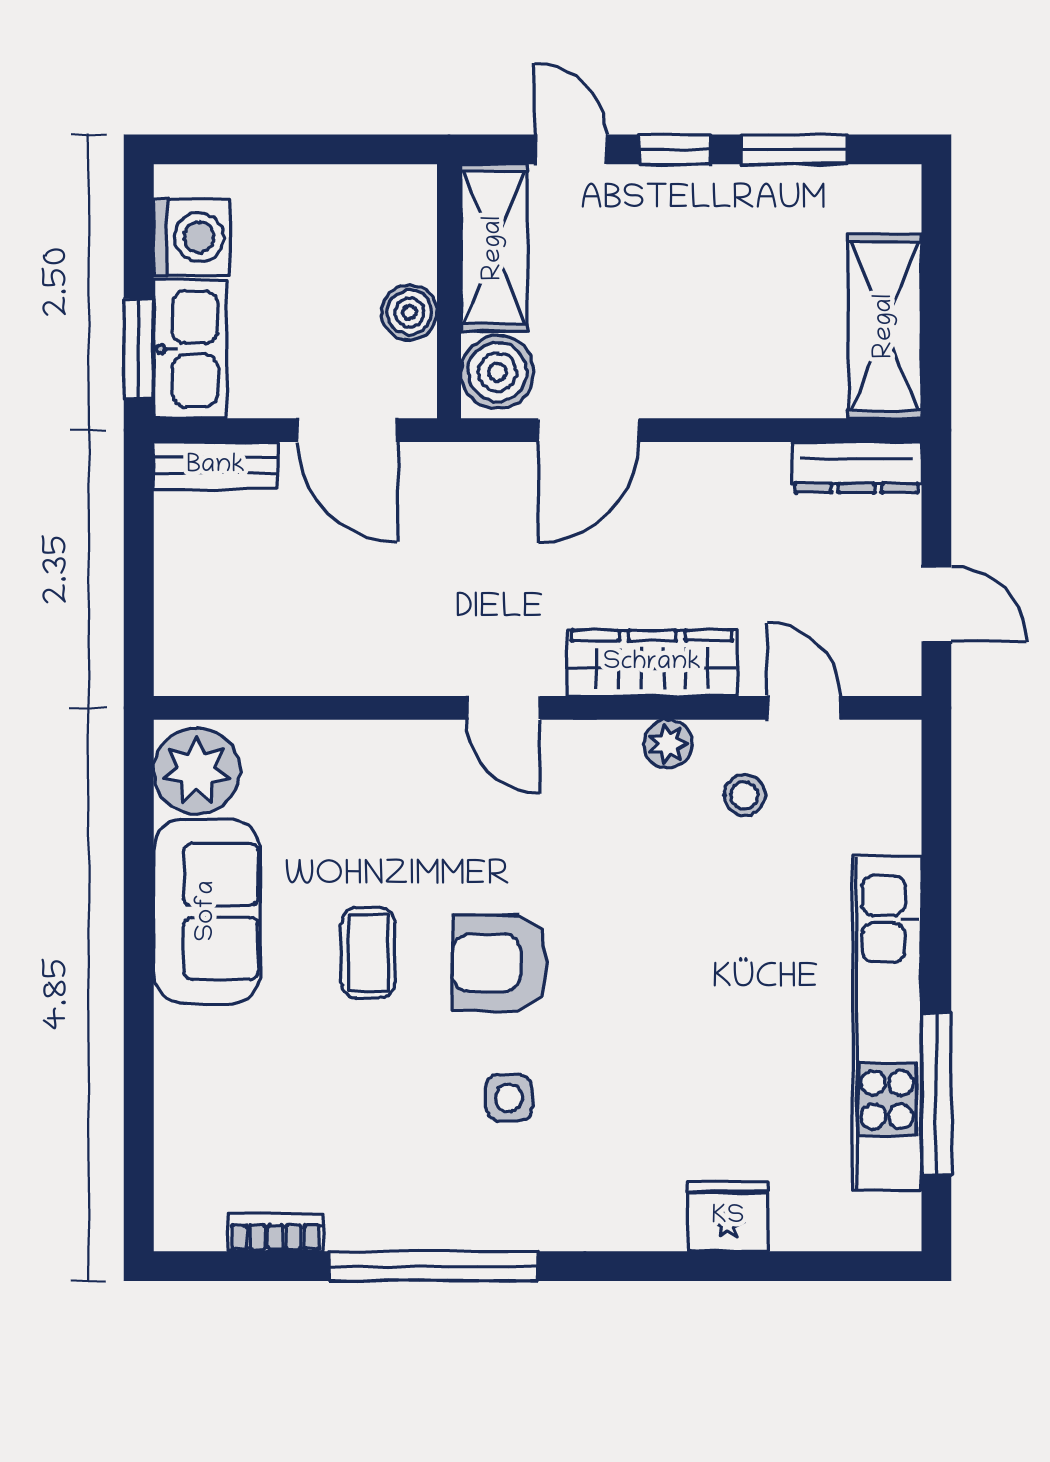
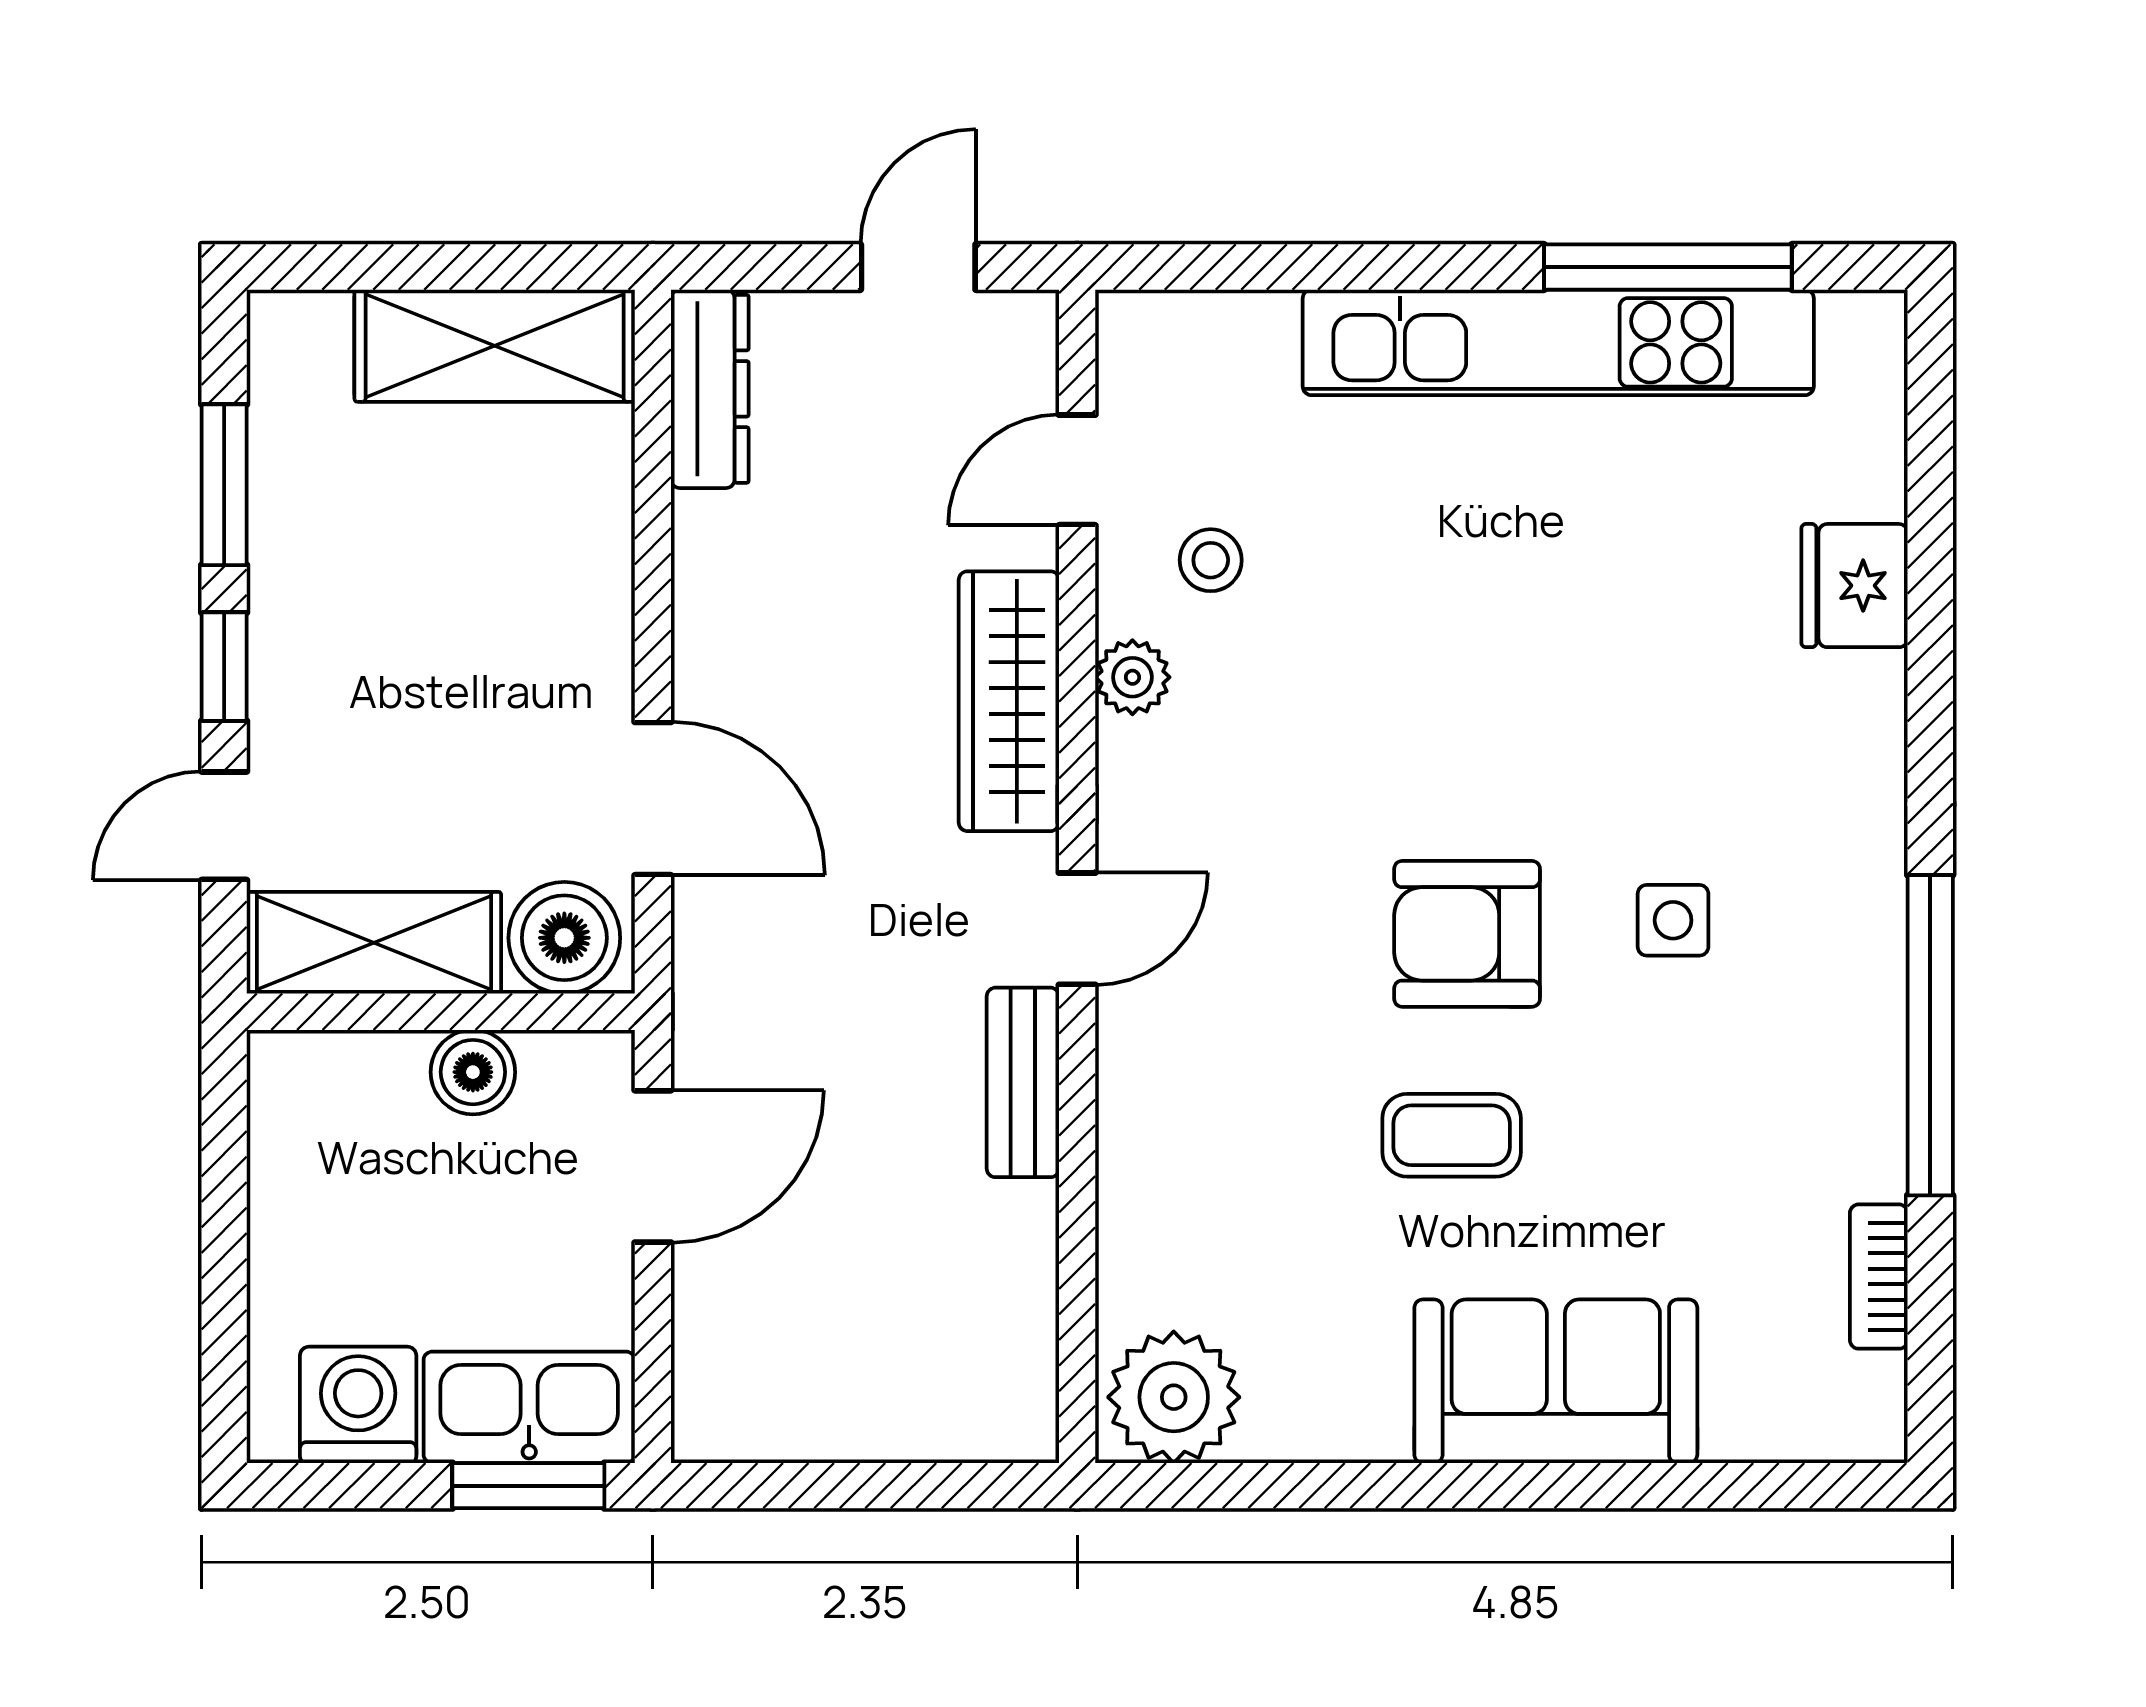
bench: (216, 466) -> (1023, 1082), moved
sofa: (207, 911) -> (1556, 1381), moved
armchair: (500, 963) -> (1467, 934), turned 90

